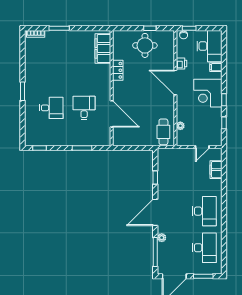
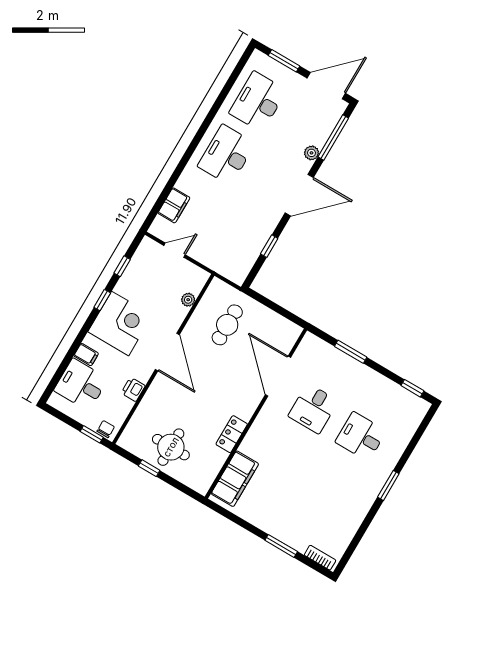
desk: (210, 46) -> (81, 385), width x0.73
door: (175, 82) -> (167, 352), moved
cafe table: (163, 132) -> (227, 325), moved

